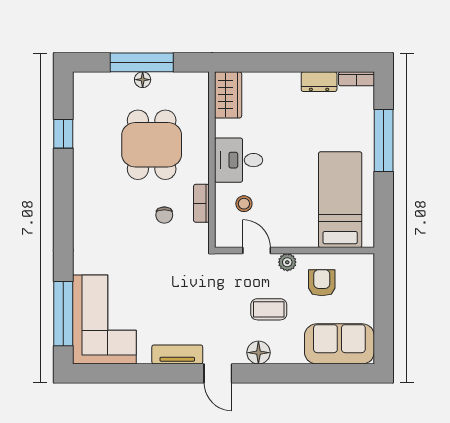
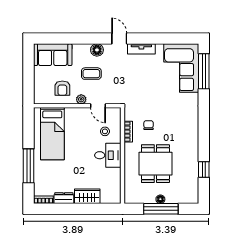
wardrobe: (228, 95) -> (87, 196), moved, turned 90

